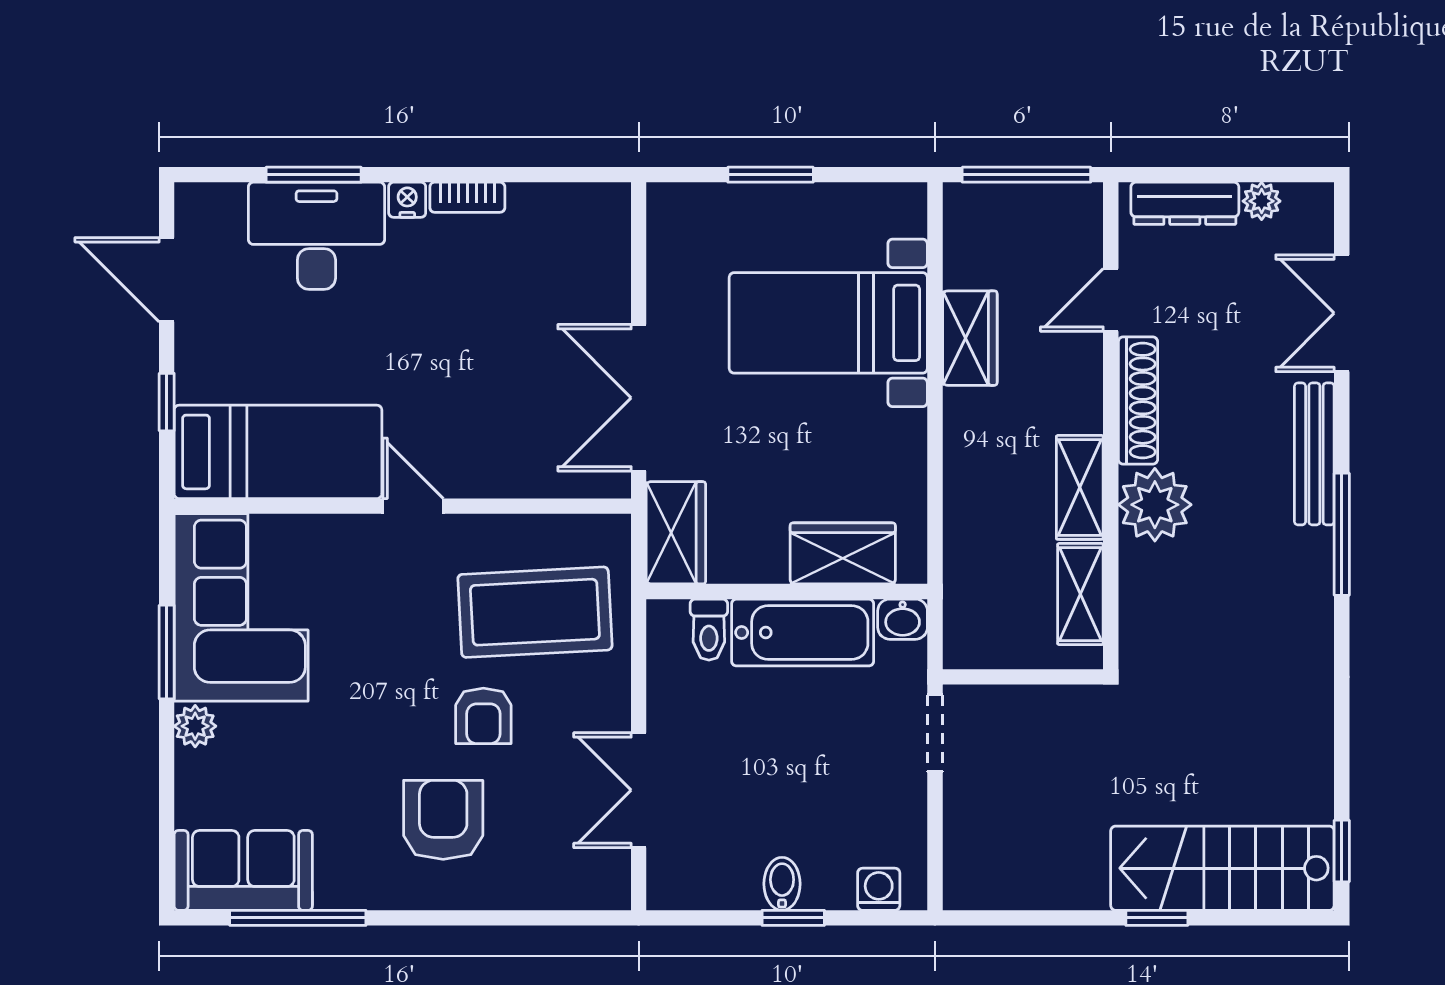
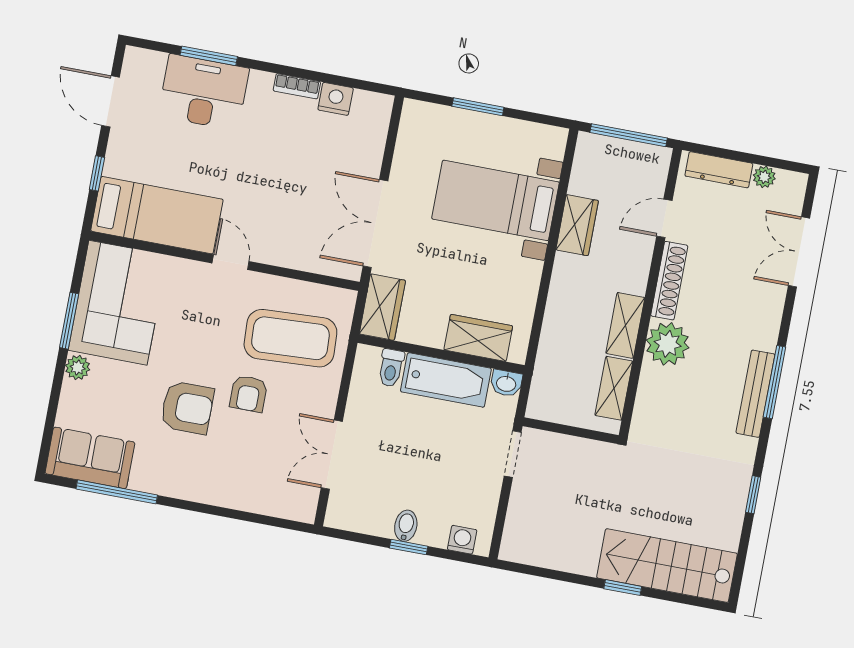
nightstand: (407, 200) -> (336, 99), moved, width x1.39, depth x1.35
bench: (1314, 454) -> (755, 394), moved
armchair: (443, 820) -> (187, 408), moved, turned 90
window: (1342, 851) -> (753, 495), moved

